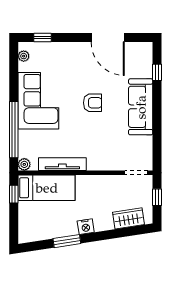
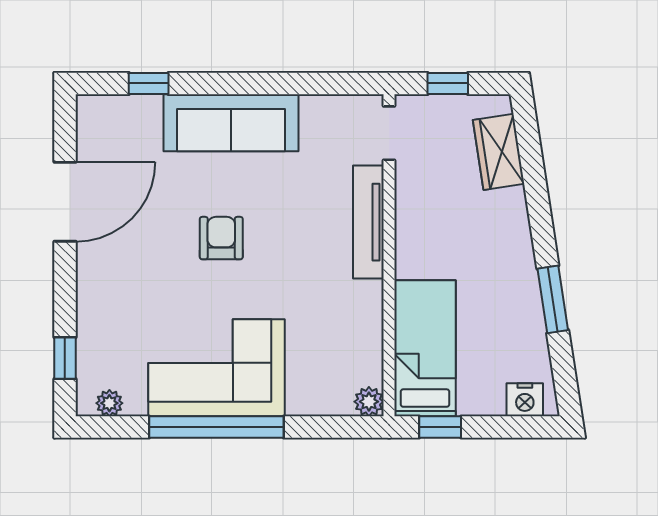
window: (14, 130) -> (216, 427), moved
tv unit: (62, 164) -> (368, 222), moved
nightstand: (86, 227) -> (525, 400), moved, turned 99

